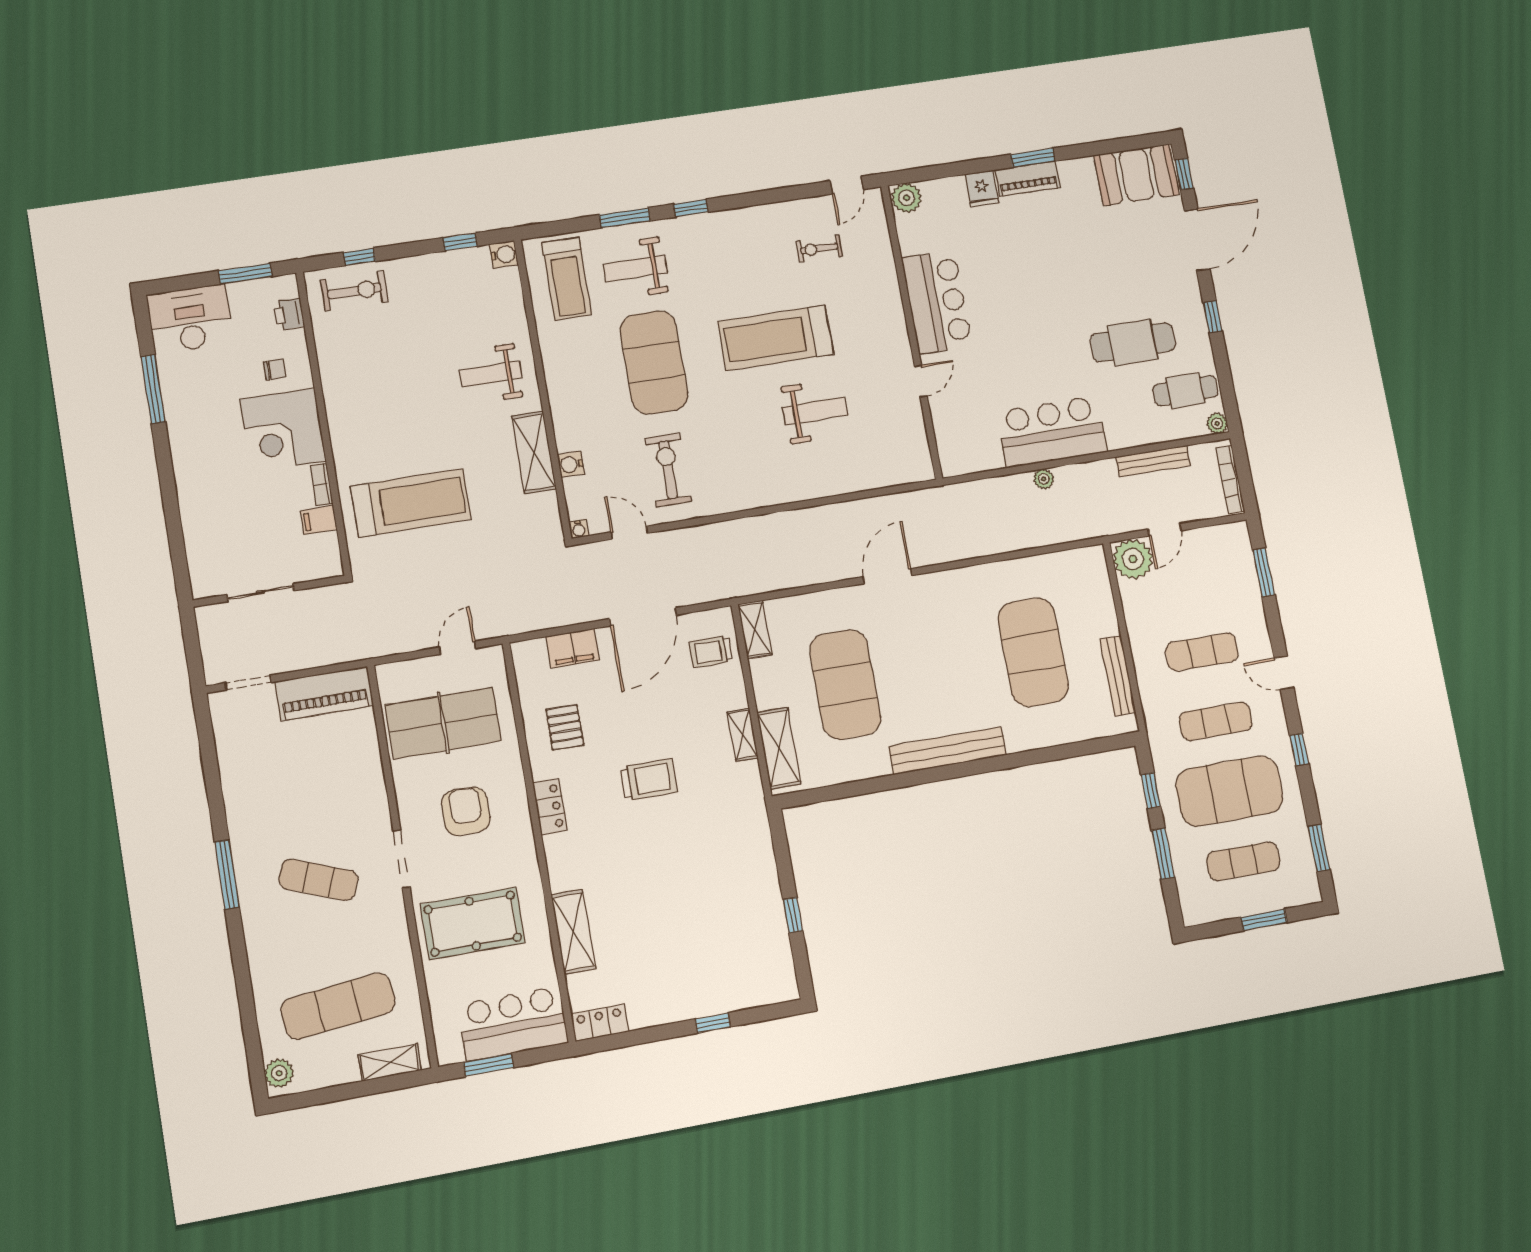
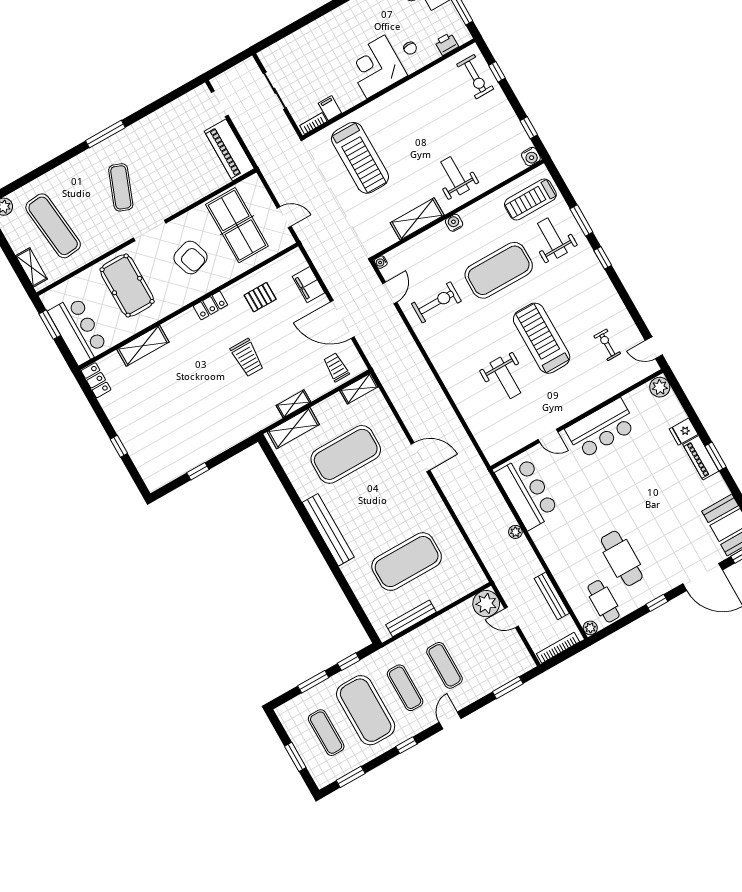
bar counter: (1052, 432) -> (527, 493), moved
water cooler: (571, 464) -> (454, 223), moved
bookcase: (322, 485) -> (313, 123), moved
armchair: (466, 811) -> (190, 257), turned 72

